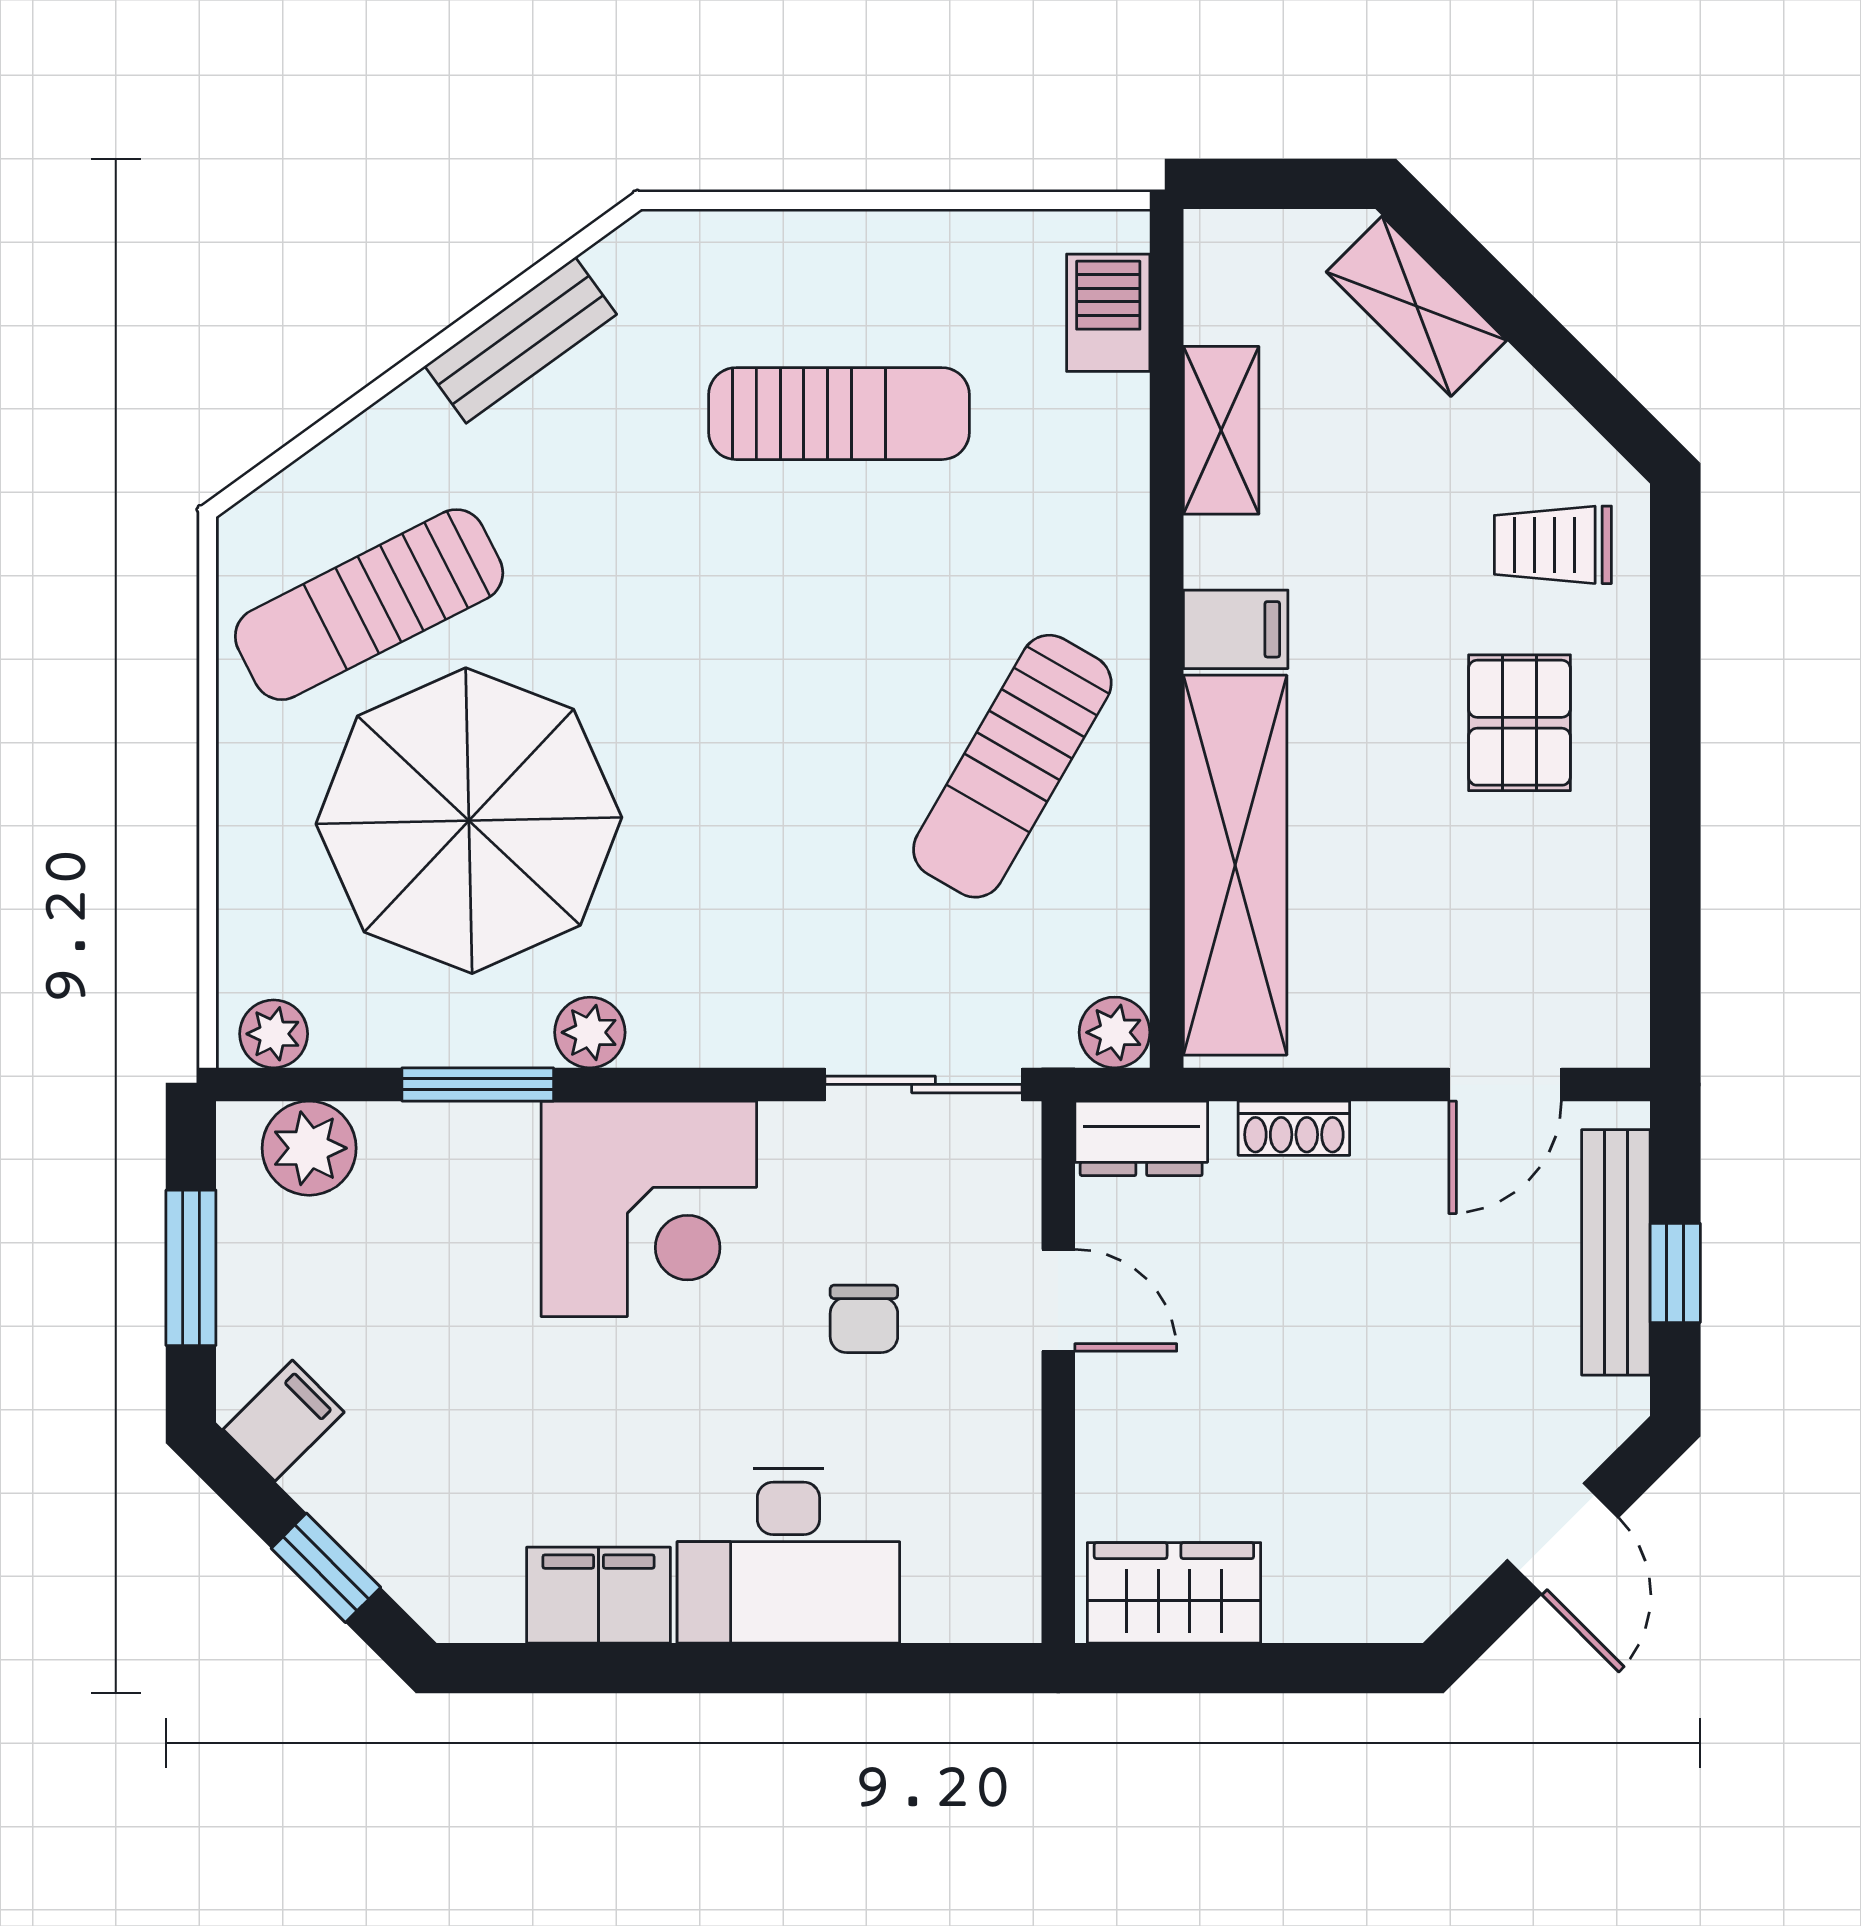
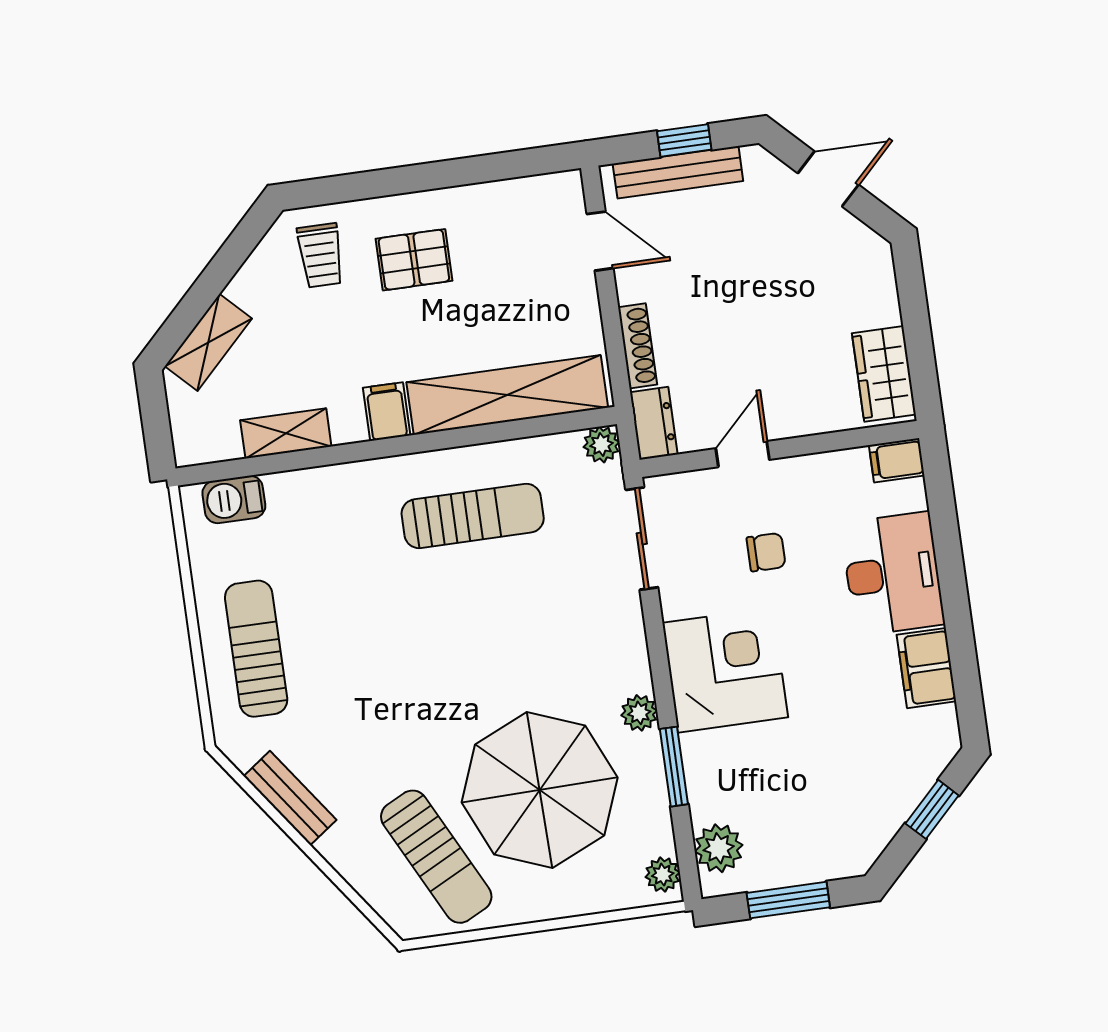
sun lounger: (839, 414) -> (256, 649), moved
sun lounger: (1012, 766) -> (473, 516), turned -30
shoe rack: (1294, 1128) -> (638, 346), width x1.43
filing cabinet: (284, 1421) -> (897, 460), moved, turned -45

